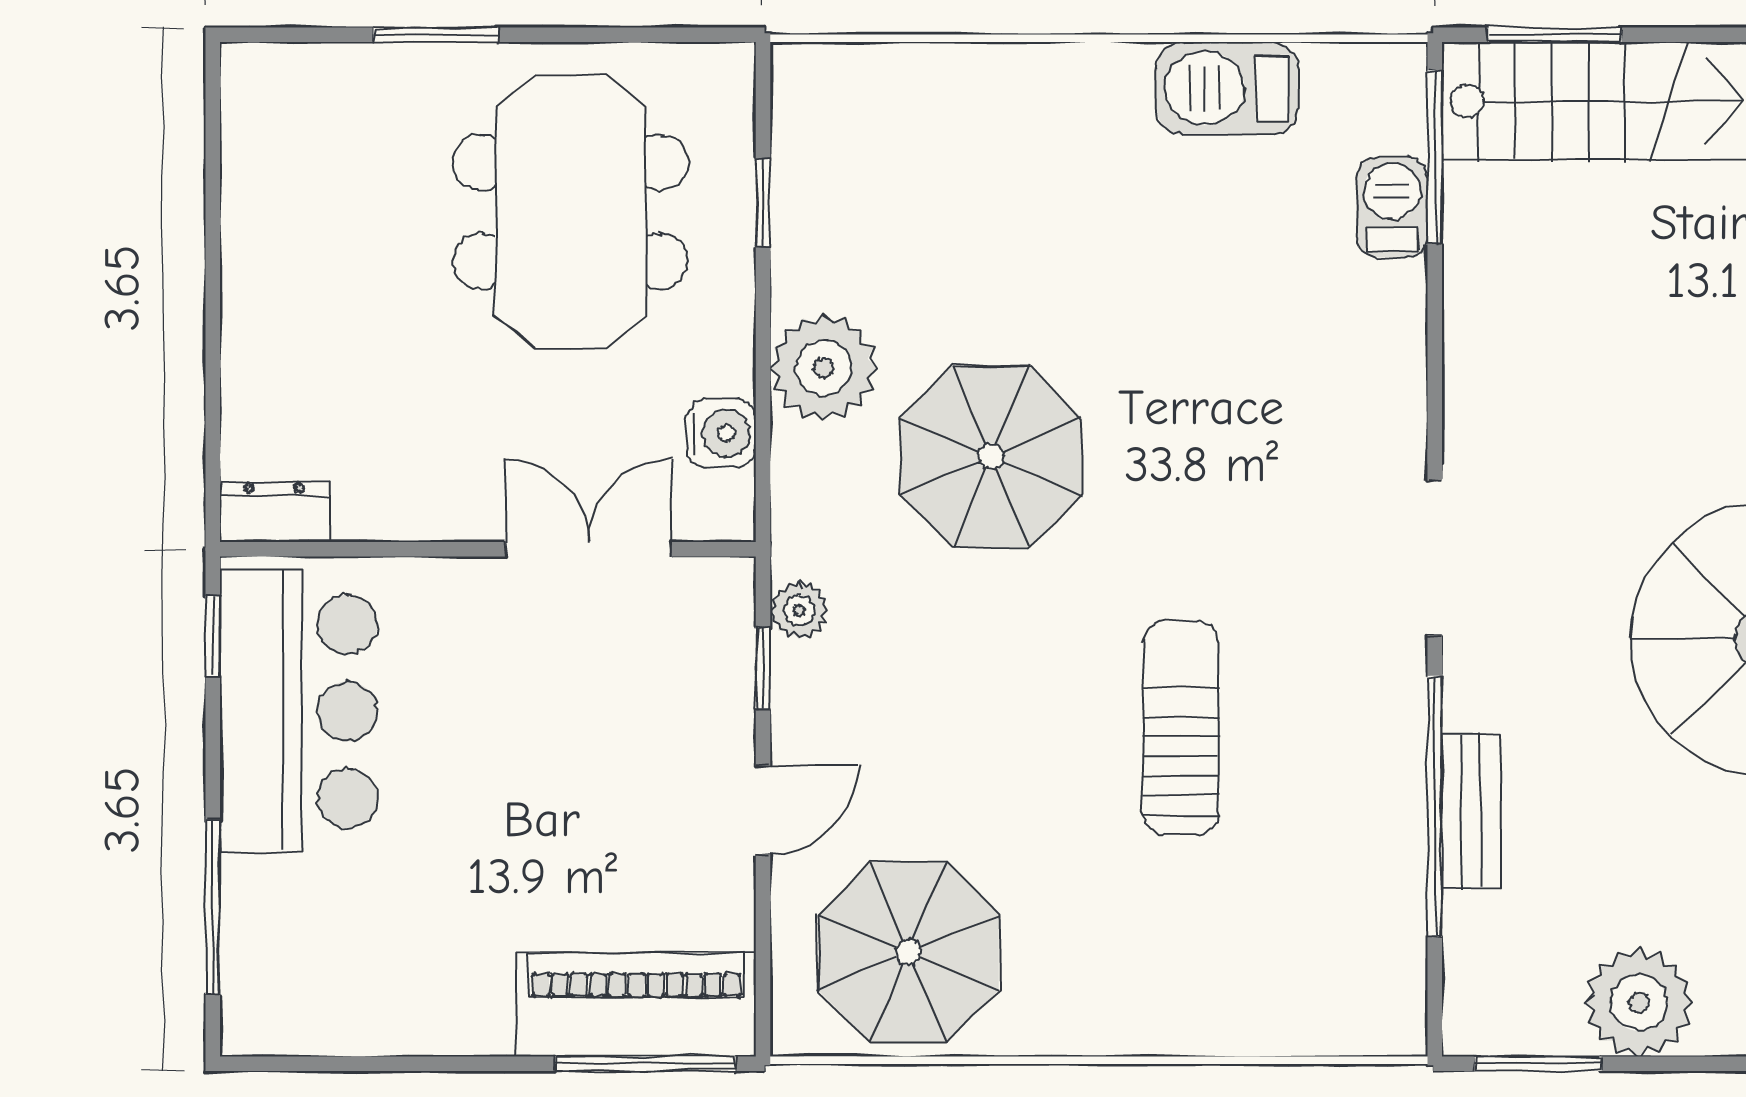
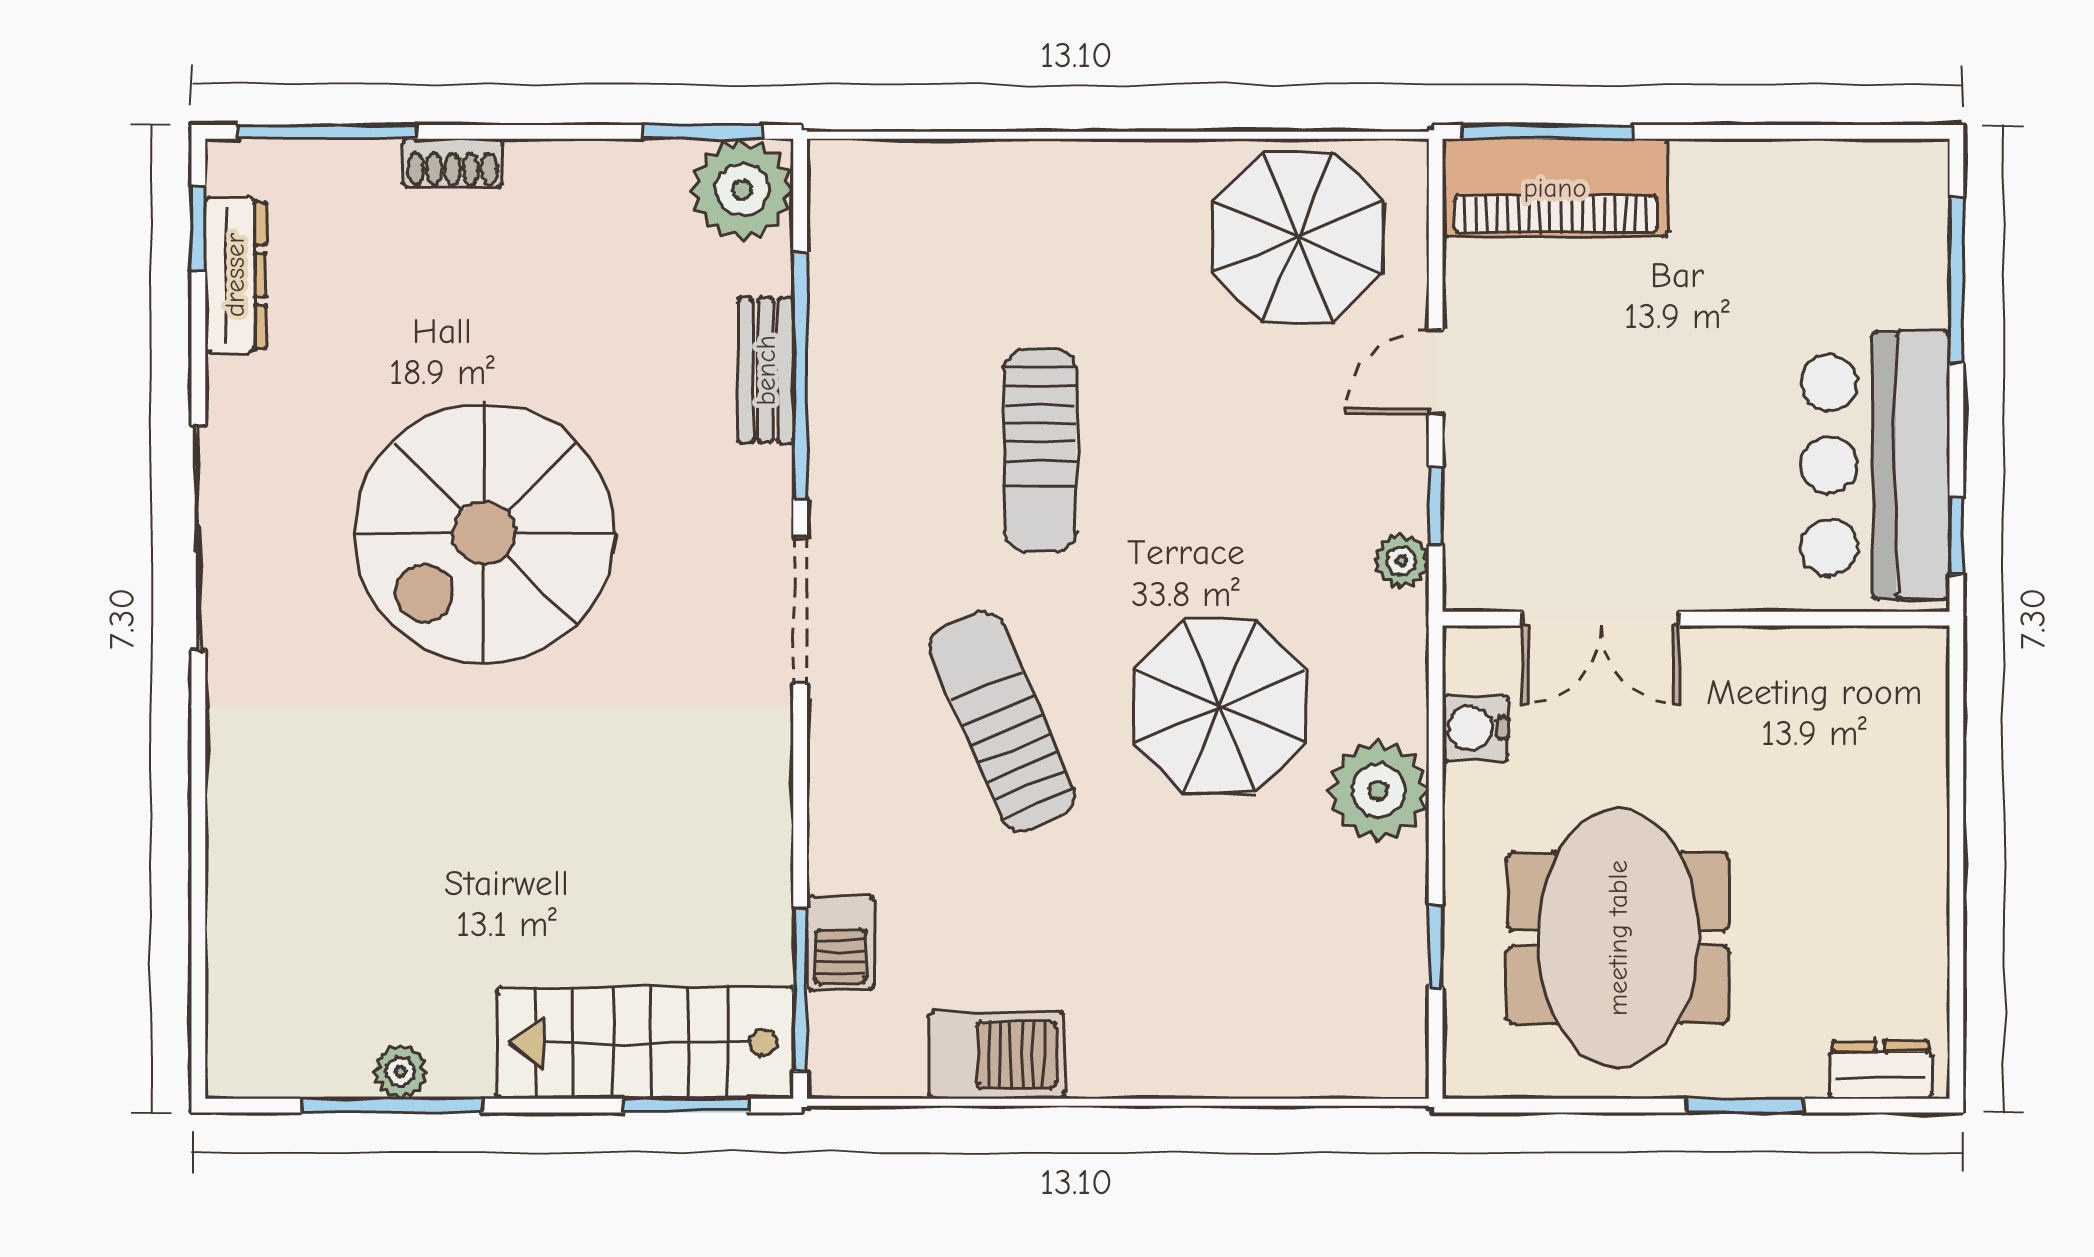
sun lounger: (1221, 441) -> (1002, 721), added
dresser: (274, 512) -> (1880, 1070), moved, turned 180
plant: (1639, 1003) -> (742, 190), moved

